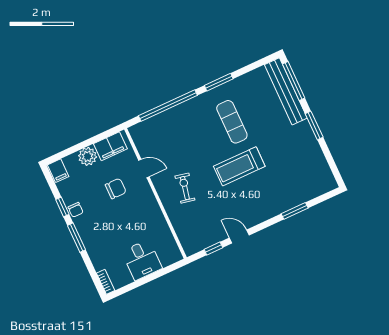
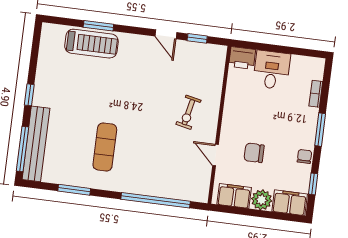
window: (219, 82) -> (74, 190), moved
window: (314, 125) -> (29, 95), width x0.67
treadmill: (239, 166) -> (91, 44), moved
filing cabinet: (58, 171) -> (290, 203), width x2.00
window: (62, 207) -> (313, 184), moved
printer: (170, 255) -> (242, 58), added
bookcase: (106, 282) -> (316, 94), moved

